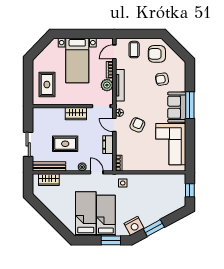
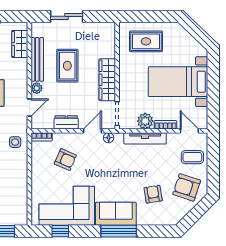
armchair: (157, 54) -> (187, 187), turned -72
wardrobe: (76, 114) -> (107, 80), width x1.50
armchair: (137, 125) -> (65, 160), moved
window: (190, 149) -> (60, 231), added
bench: (49, 166) -> (37, 59), moved

